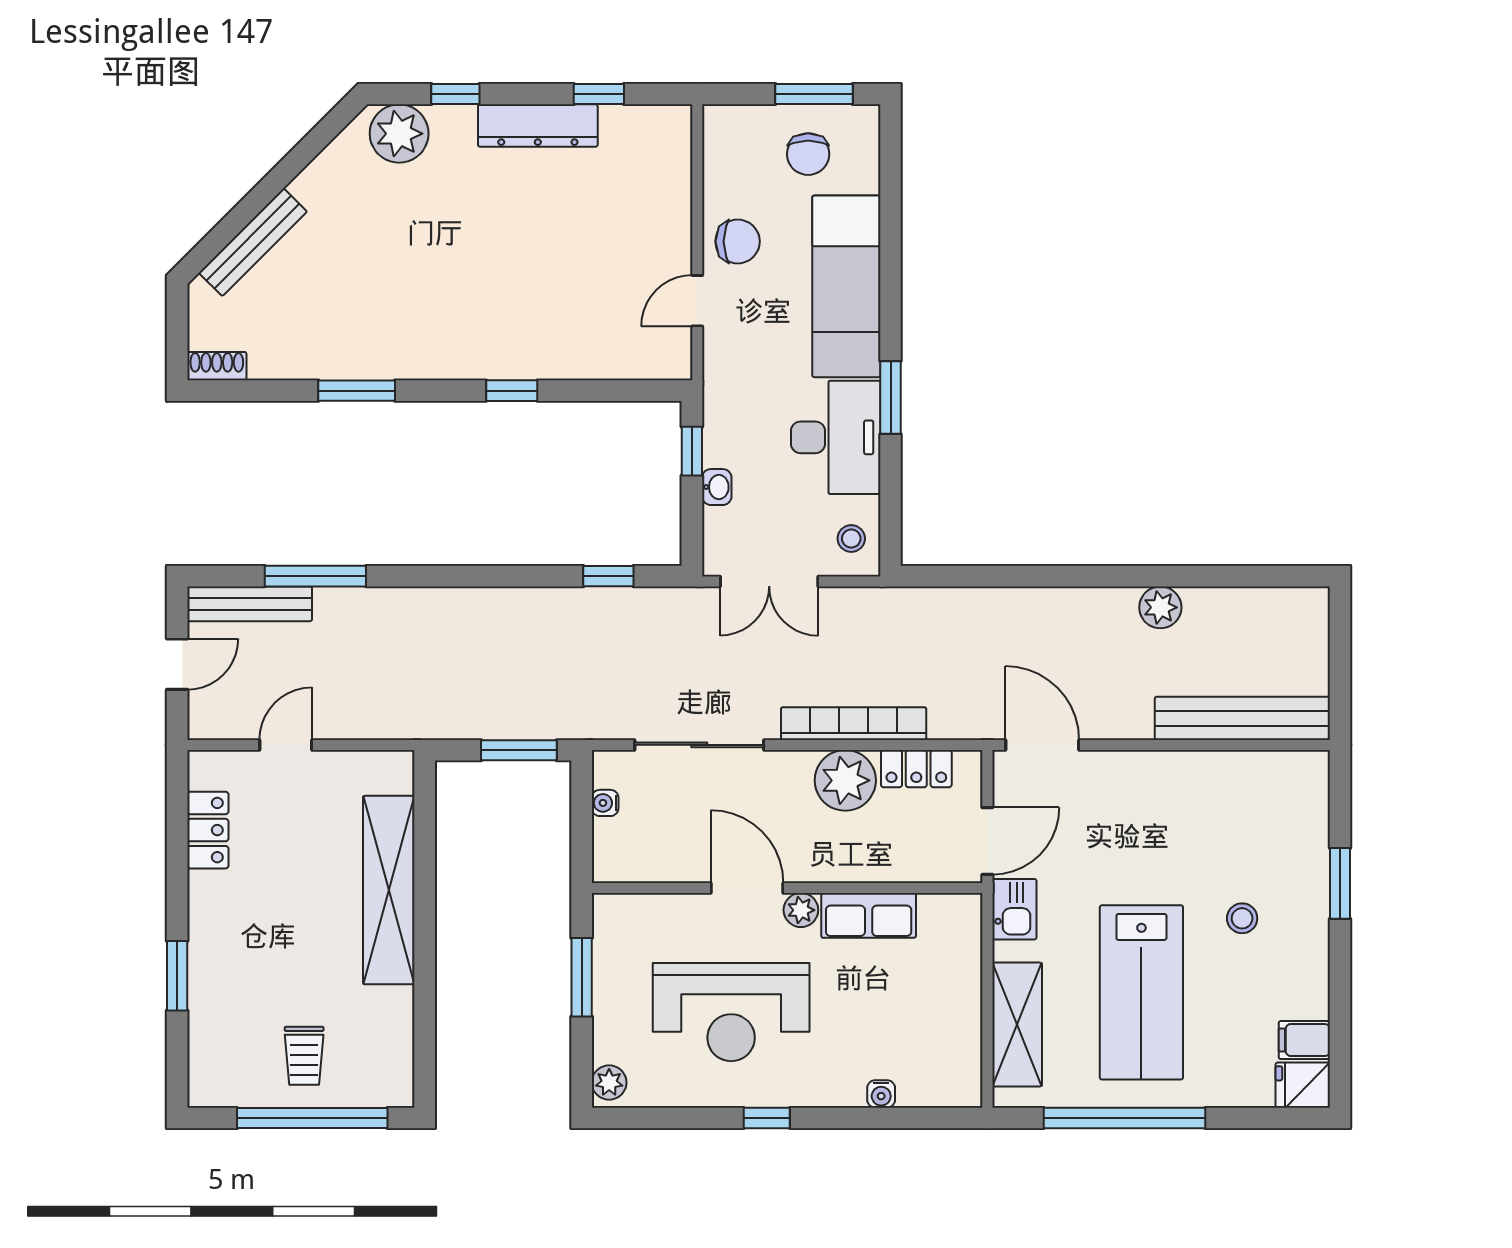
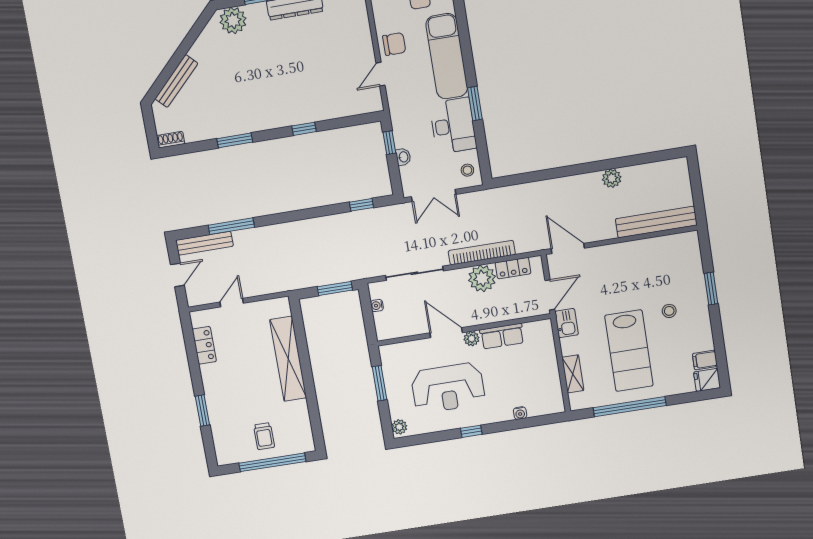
shelving: (1017, 1025) -> (573, 374), width x0.67, depth x0.75

